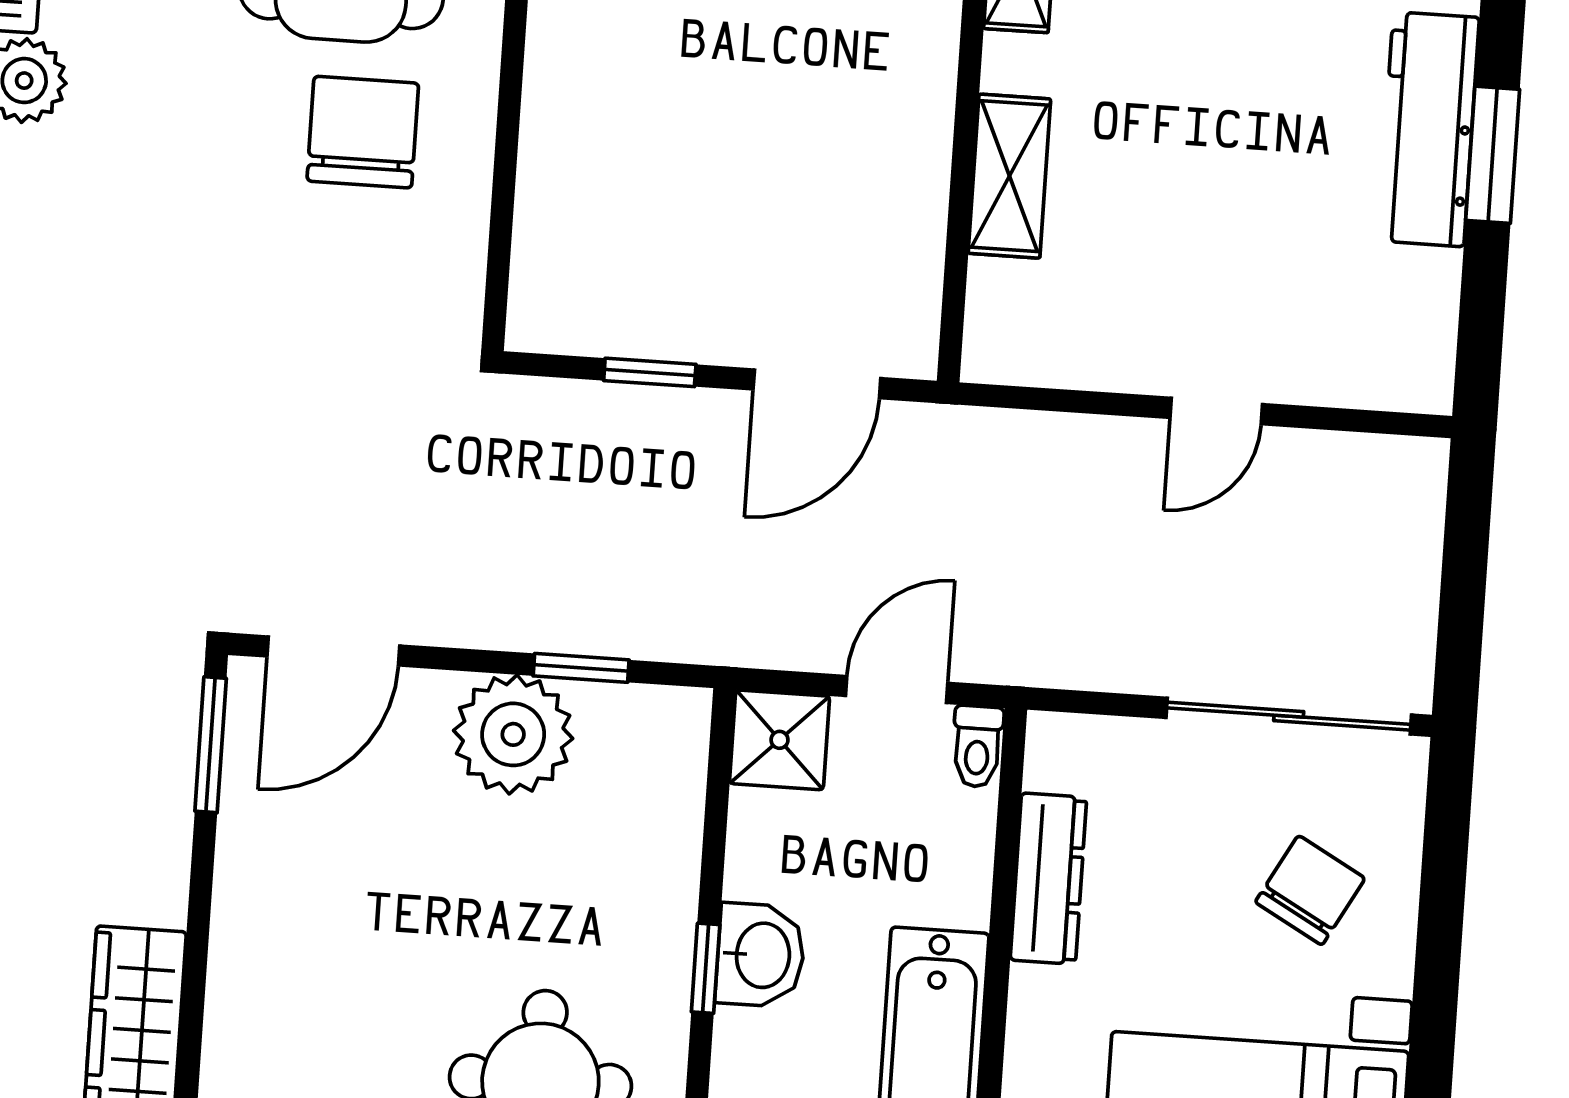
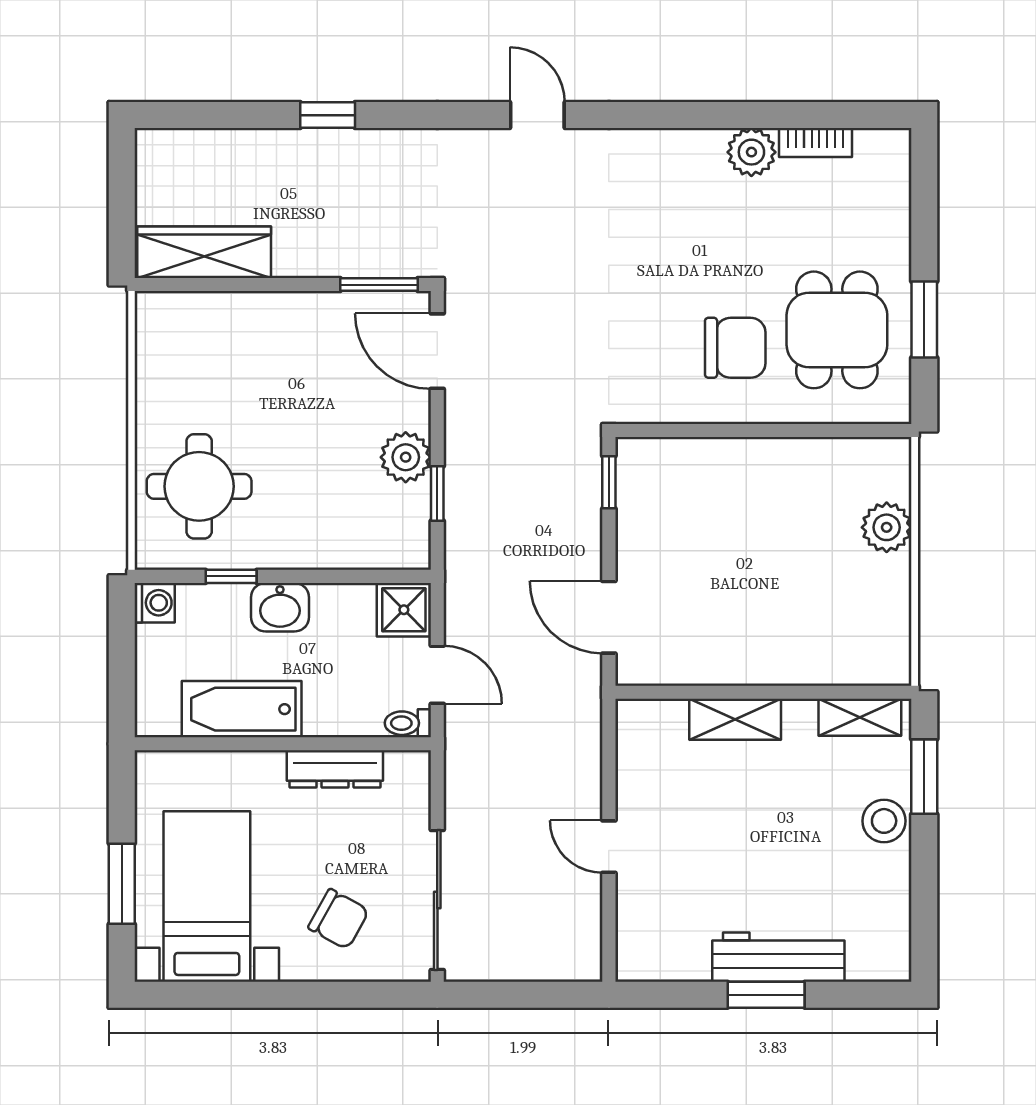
window: (650, 372) -> (609, 482), moved
plant: (513, 734) -> (406, 457), width x0.73, depth x0.73
window: (706, 968) -> (231, 576), moved

